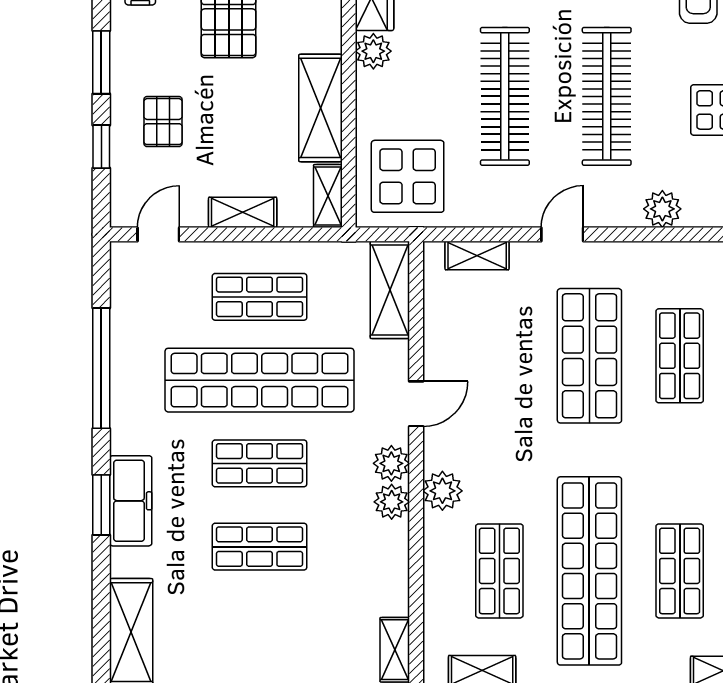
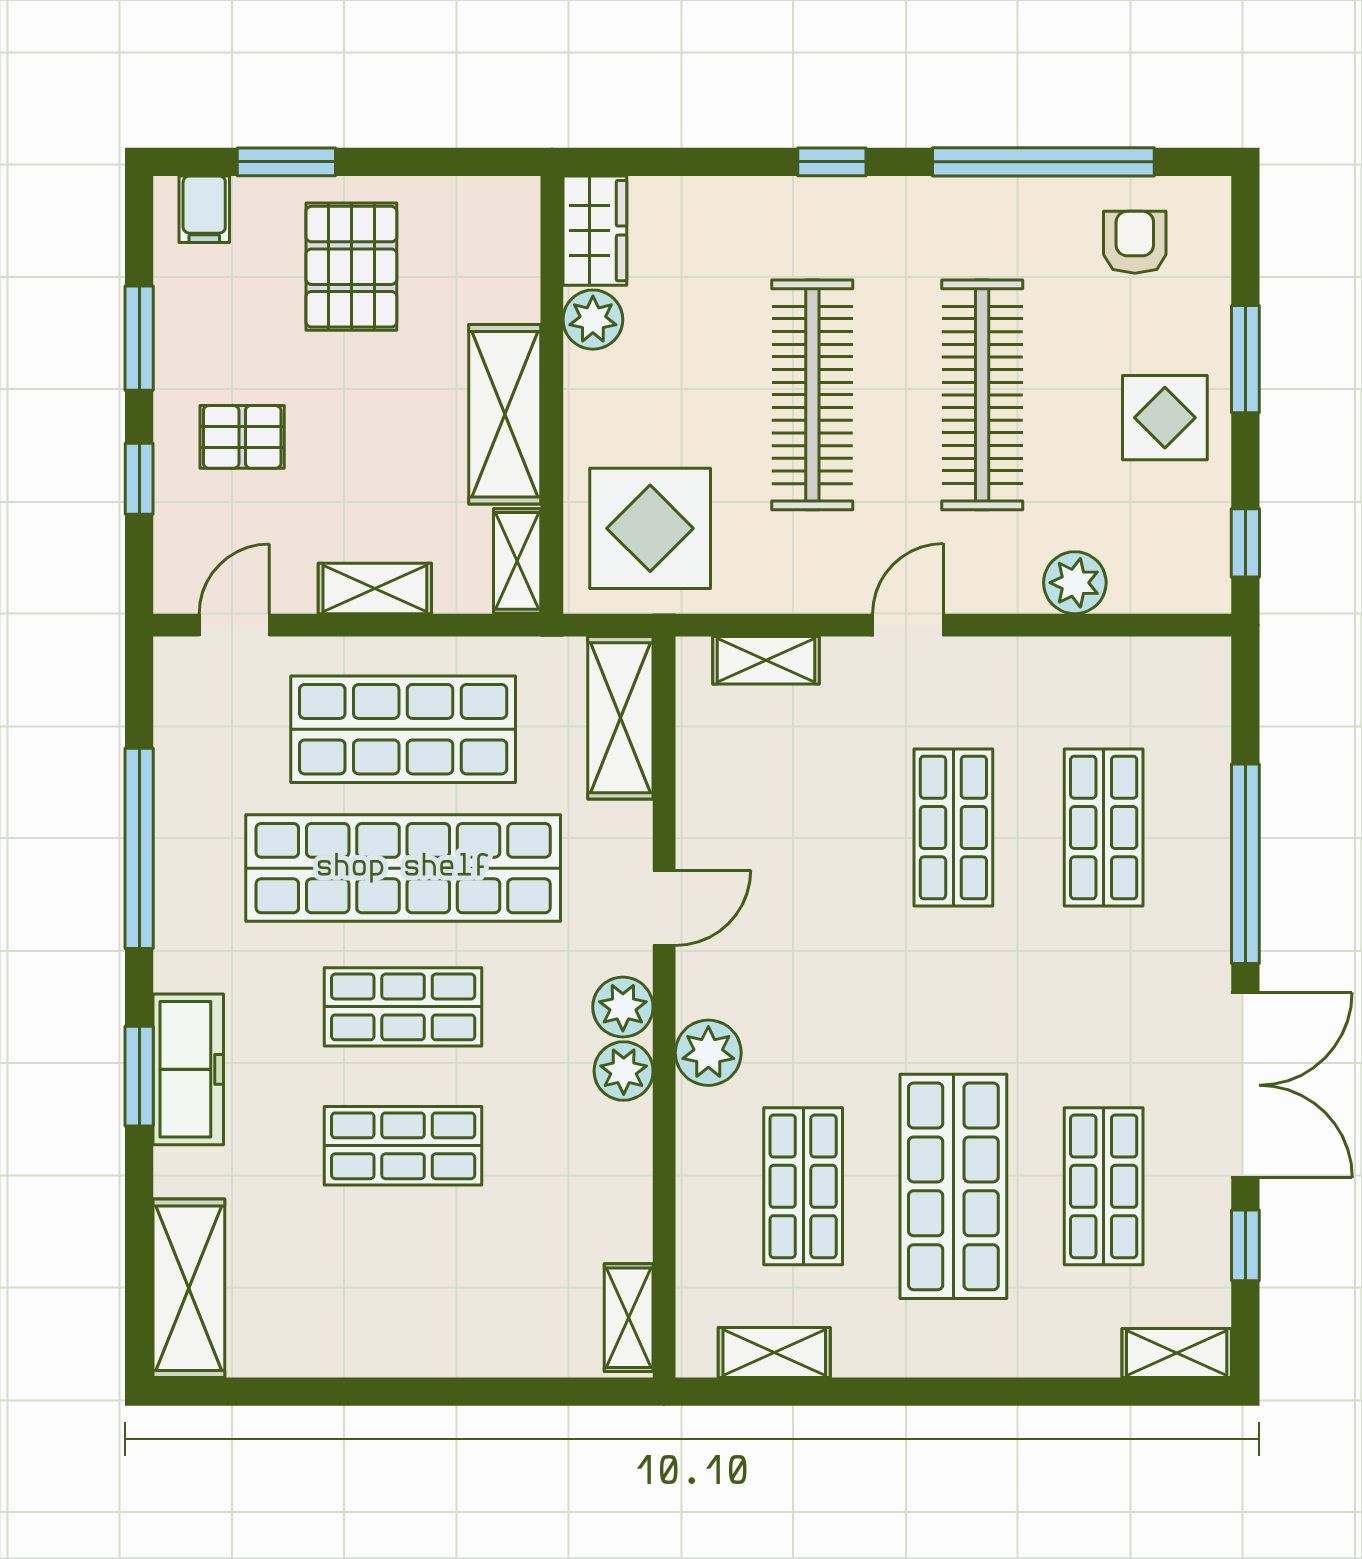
pallet: (163, 122) -> (242, 437), turned 90
shop shelf: (260, 297) -> (403, 729), width x1.43, depth x1.36
shop shelf: (589, 356) -> (953, 828), width x0.70, depth x0.74
shop shelf: (589, 571) -> (953, 1186), width x0.71

